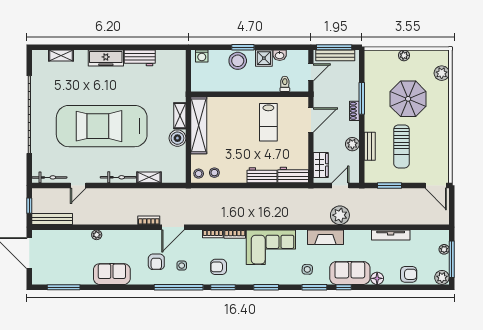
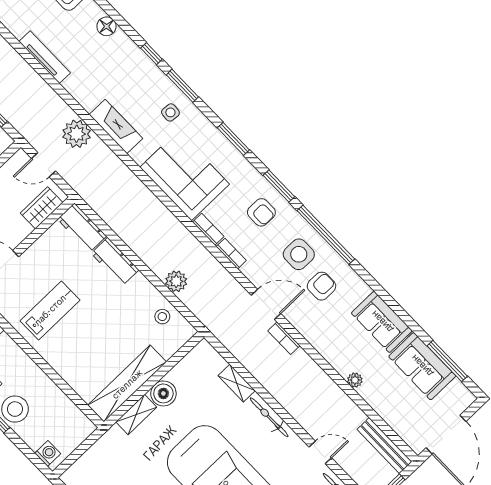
stool: (199, 174) -> (180, 333), removed
plant: (225, 195) -> (176, 281), added
side table: (182, 266) -> (299, 254), width x1.87, depth x1.87
sofa: (350, 273) -> (422, 366), moved

